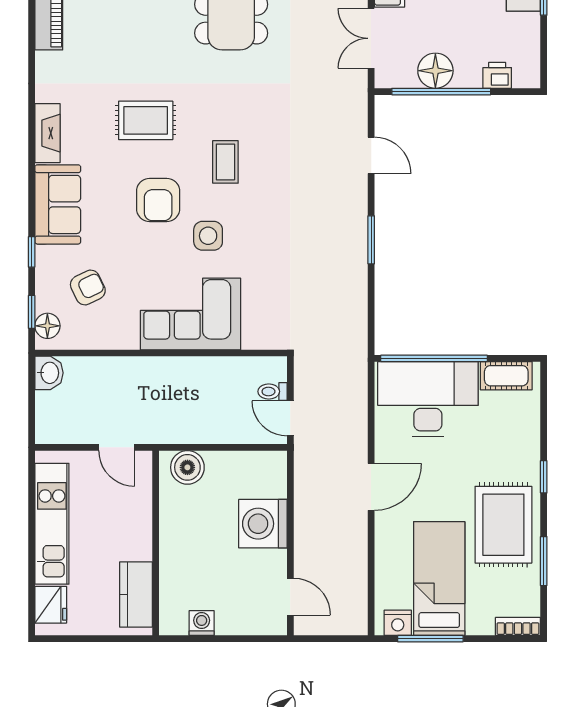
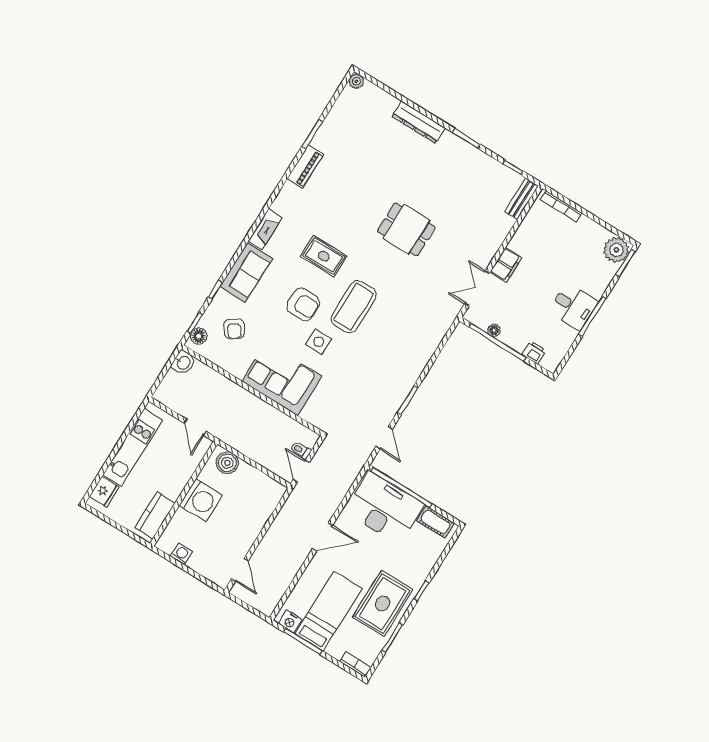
floor lamp: (435, 71) -> (494, 330), width x0.53, depth x0.53
door: (371, 155) -> (384, 438), moved
coffee table: (225, 162) -> (354, 307), width x1.86, depth x1.72
armchair: (158, 200) -> (303, 305), turned -90
armchair: (88, 287) -> (234, 329), turned 81
washing machine: (263, 524) -> (201, 500), moved, turned 180

